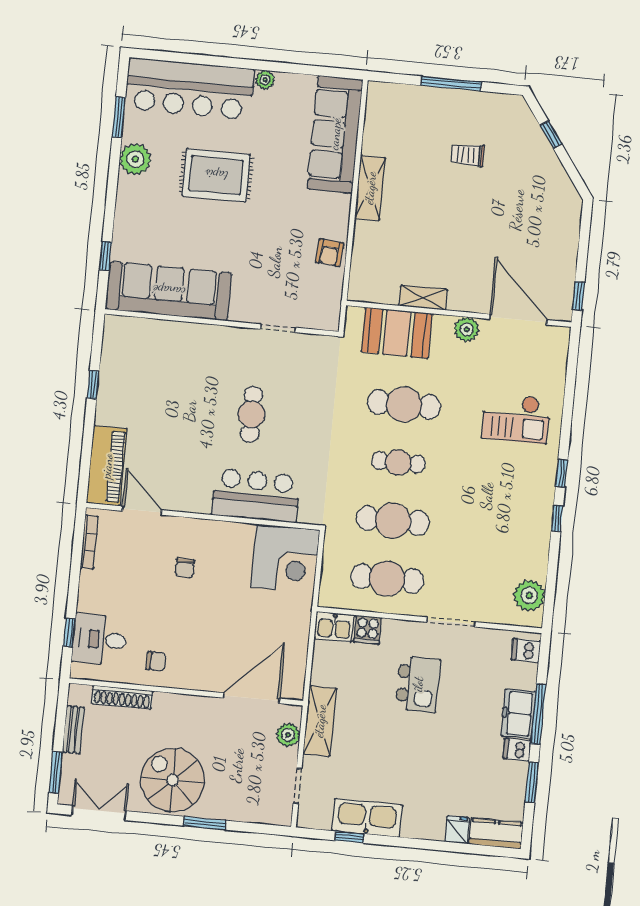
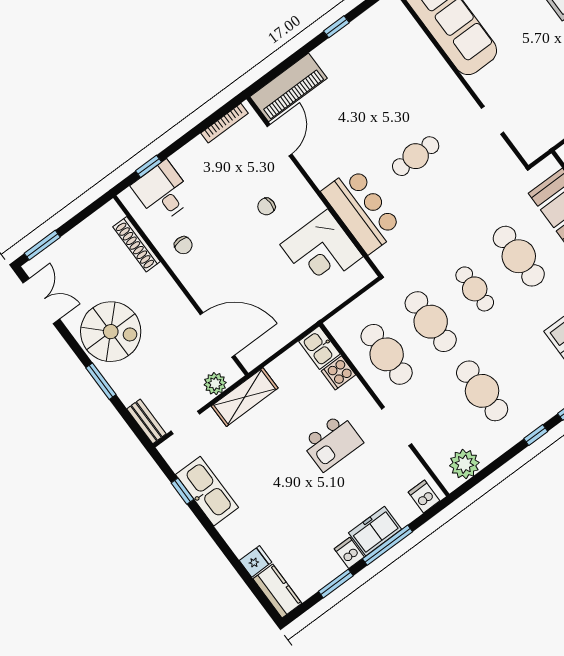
cafe table: (484, 529) -> (482, 391), added
corner desk: (285, 558) -> (322, 251), moved
bench: (73, 730) -> (146, 421), moved, turned 90
spiral stairs: (173, 780) -> (111, 332), turned 90

